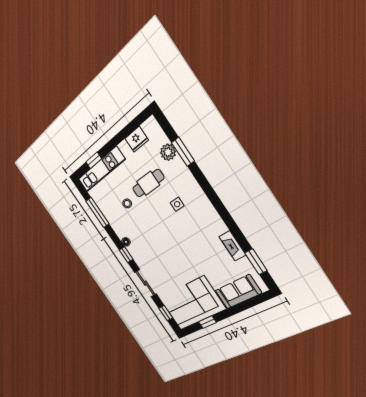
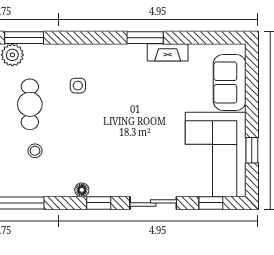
window: (256, 262) -> (145, 38), moved

